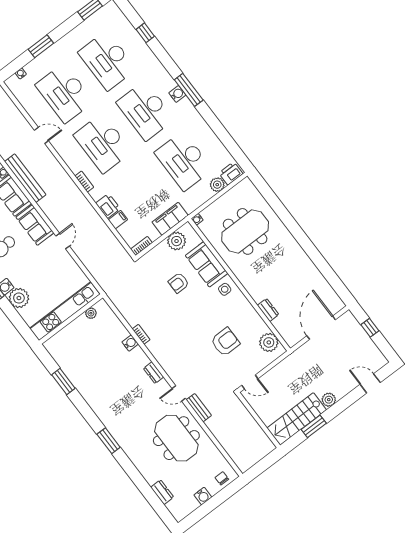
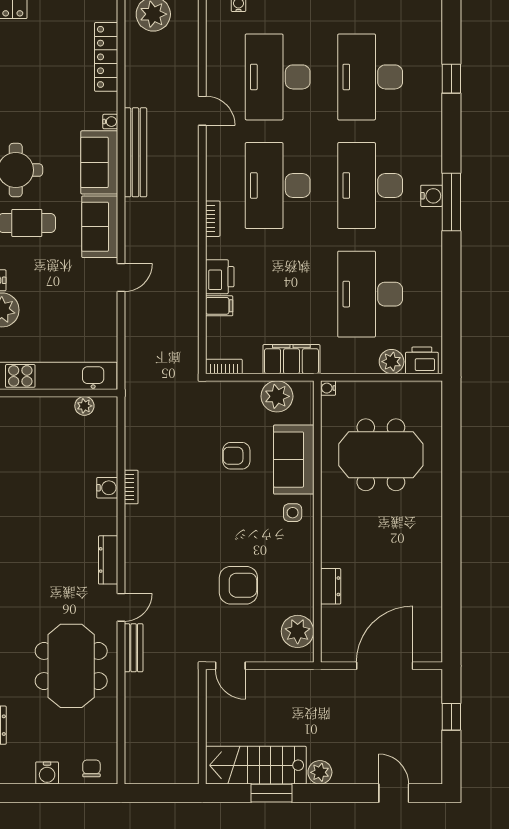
dresser: (153, 373) -> (108, 560), width x1.44
door: (179, 393) -> (121, 607), swing flipped

